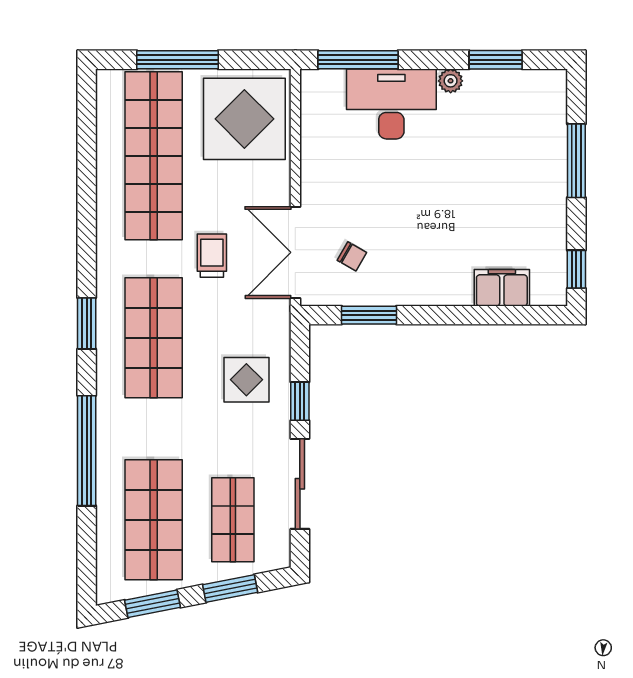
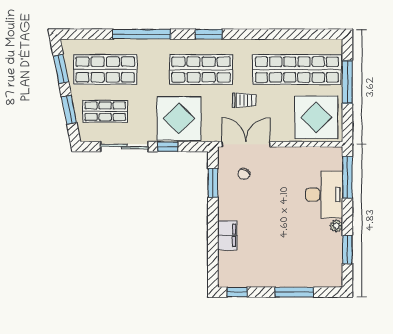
filing cabinet: (502, 288) -> (227, 235), moved
display table: (246, 380) -> (179, 118), width x1.86, depth x1.86

